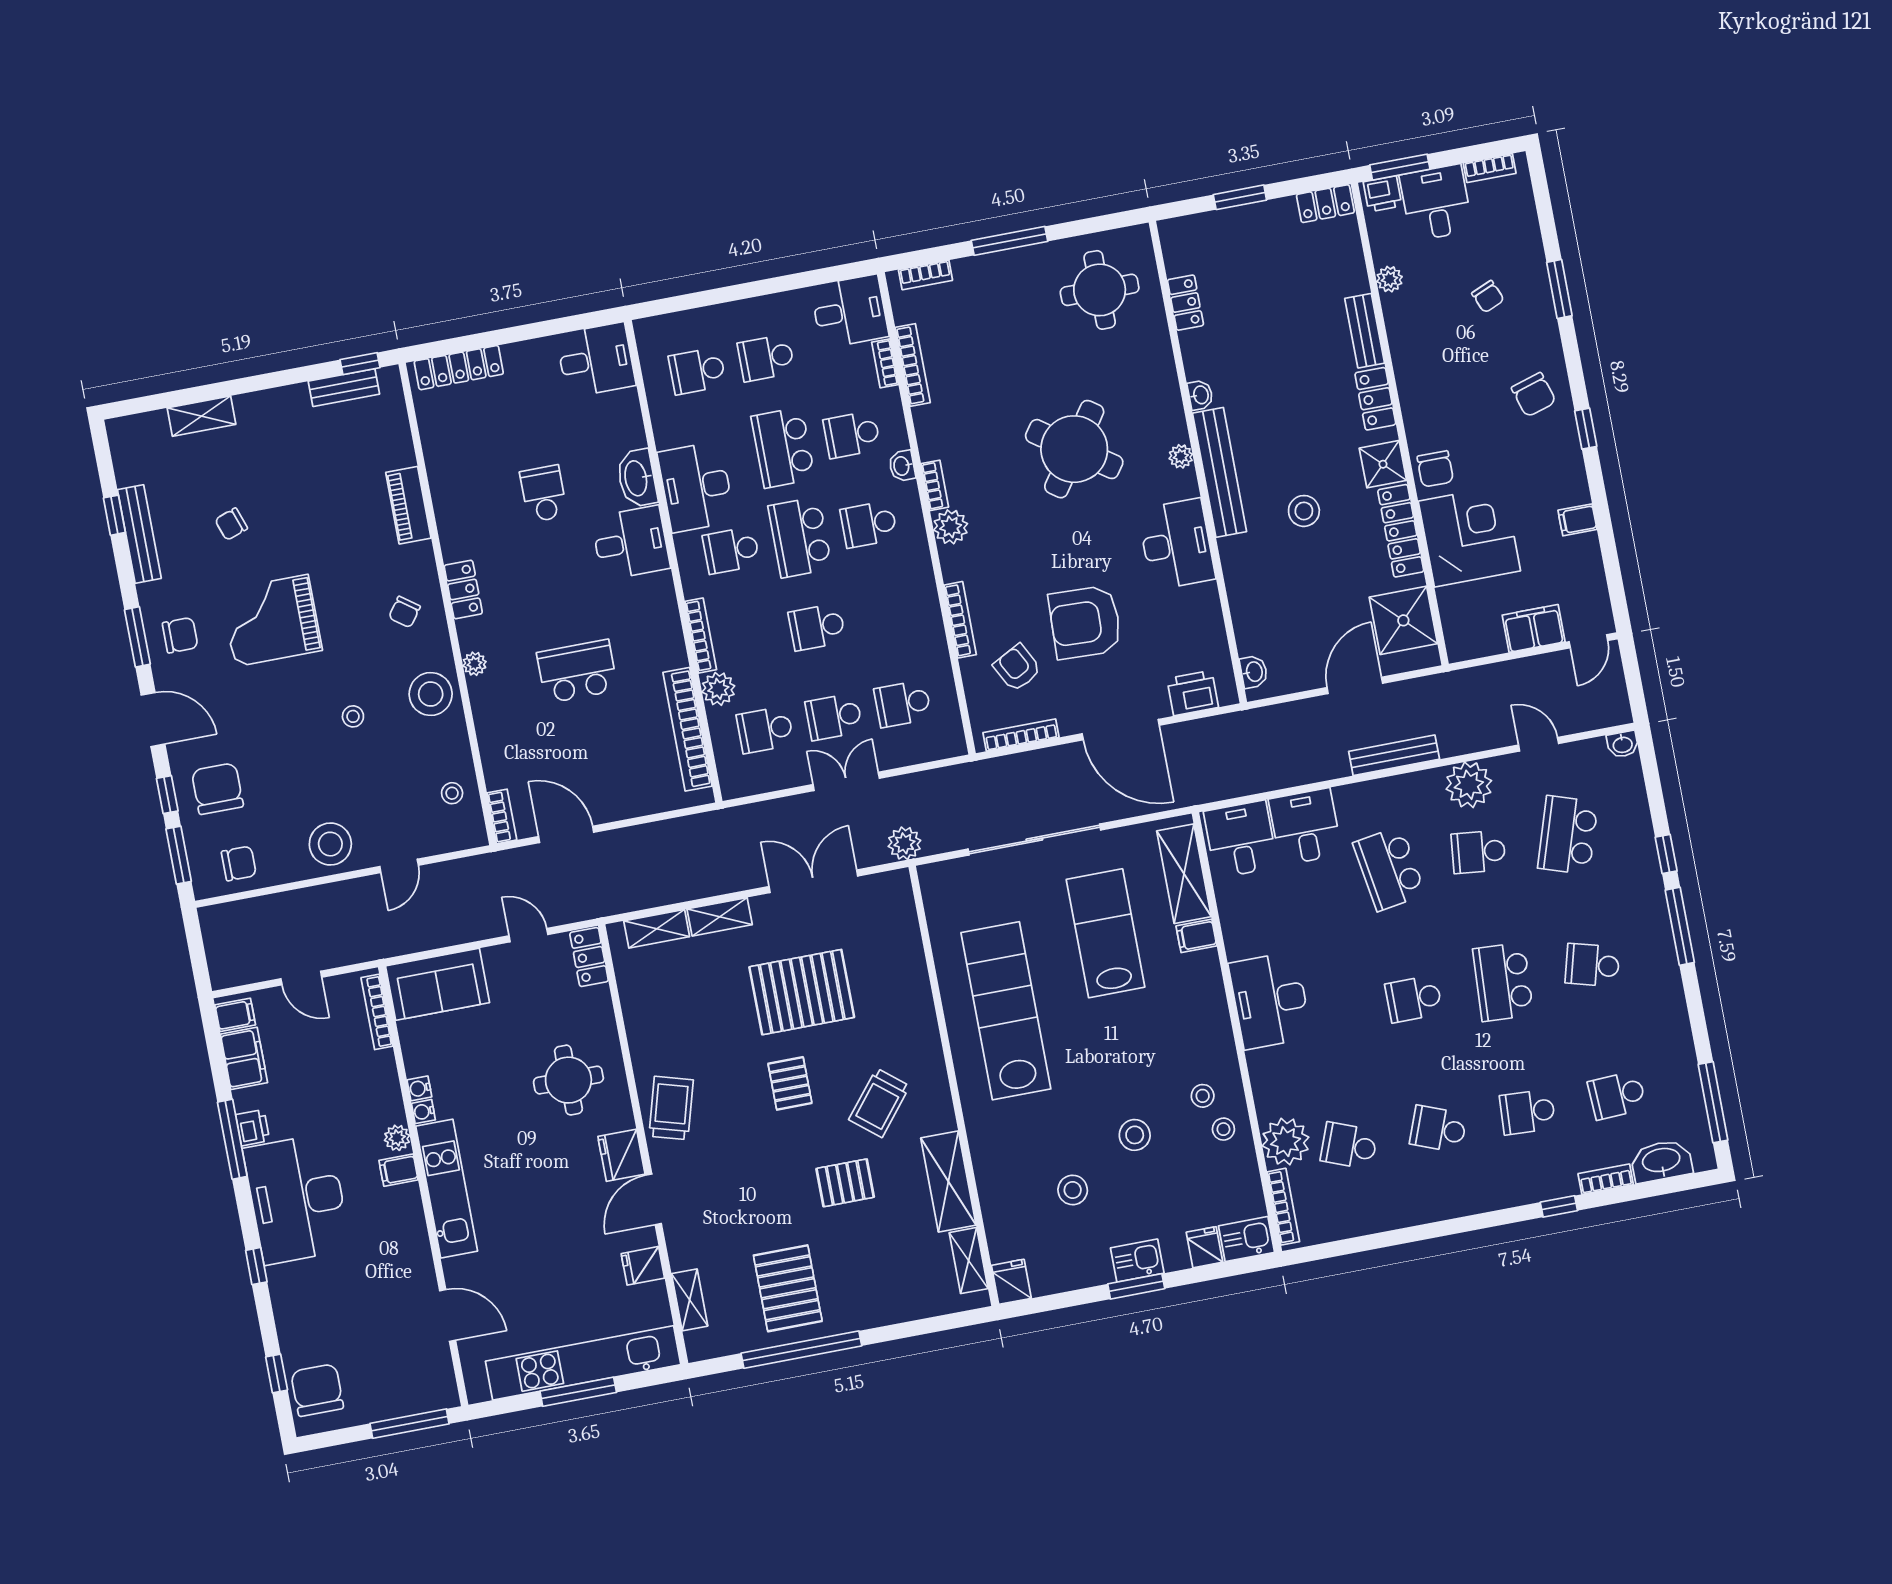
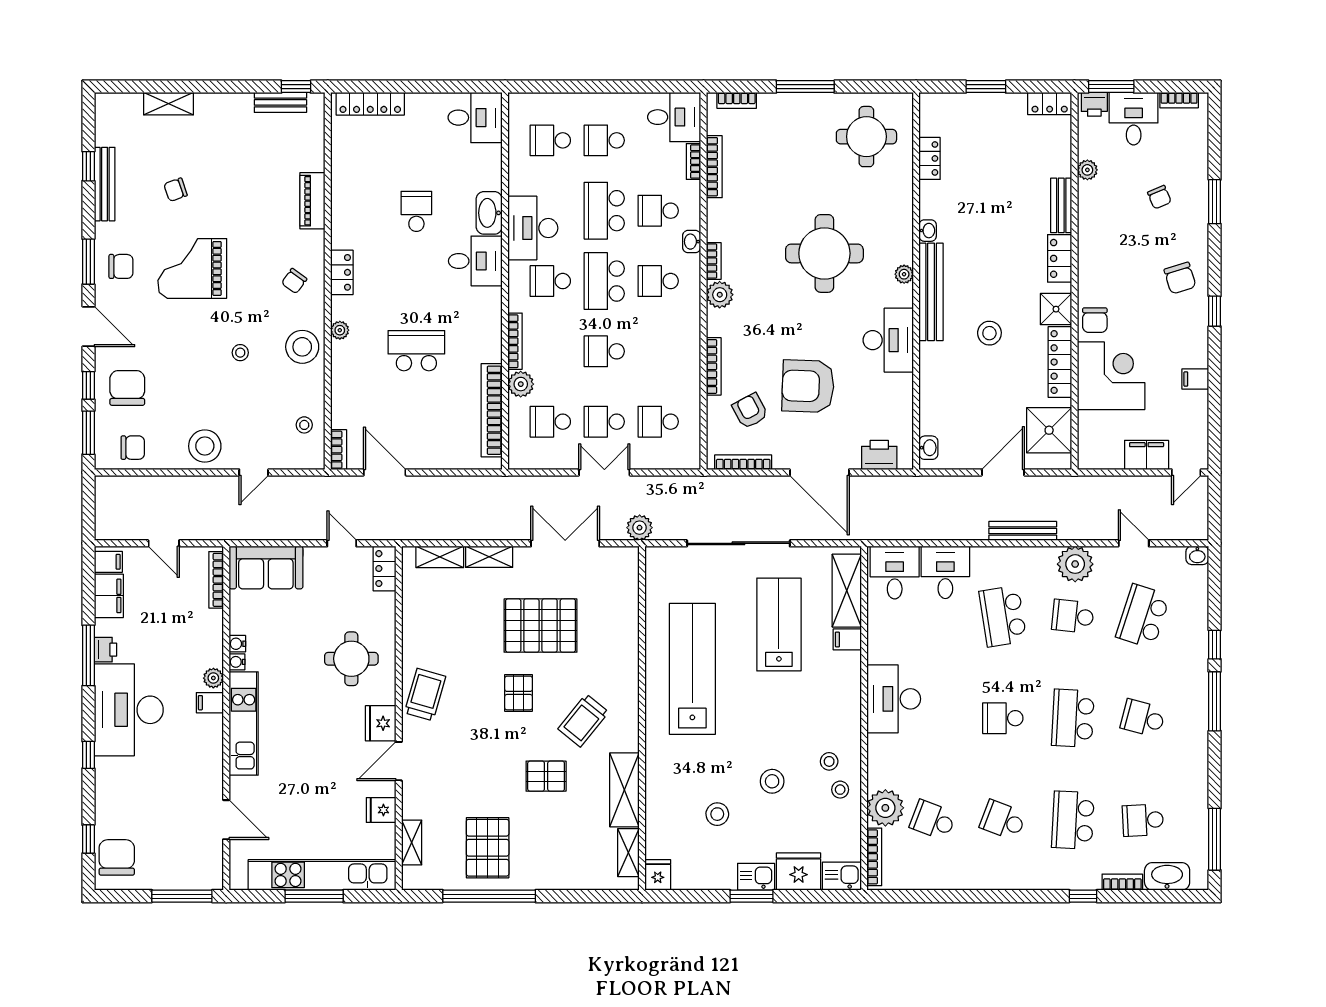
round table: (1074, 449) -> (824, 253), turned -35
school desk: (1528, 1112) -> (1073, 820), width x1.85
fridge: (1204, 1247) -> (799, 872), width x1.88, depth x1.34

